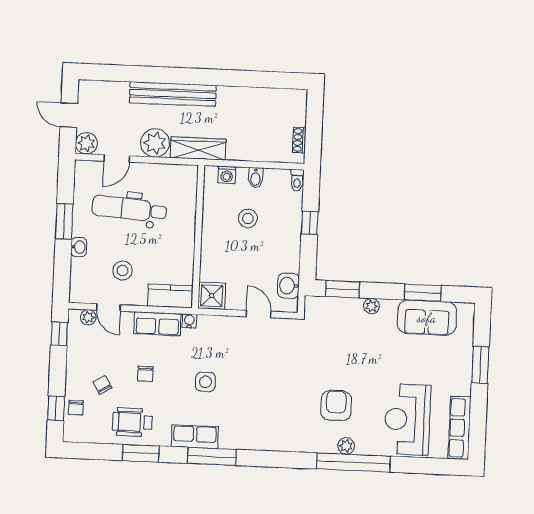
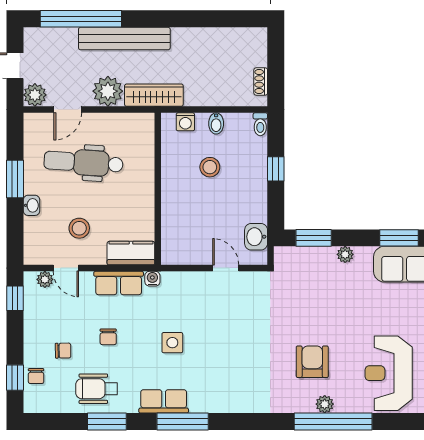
window: (133, 74) -> (81, 19), added
shower: (212, 296) -> (175, 251), removed
chair: (102, 385) -> (63, 351), turned 120

